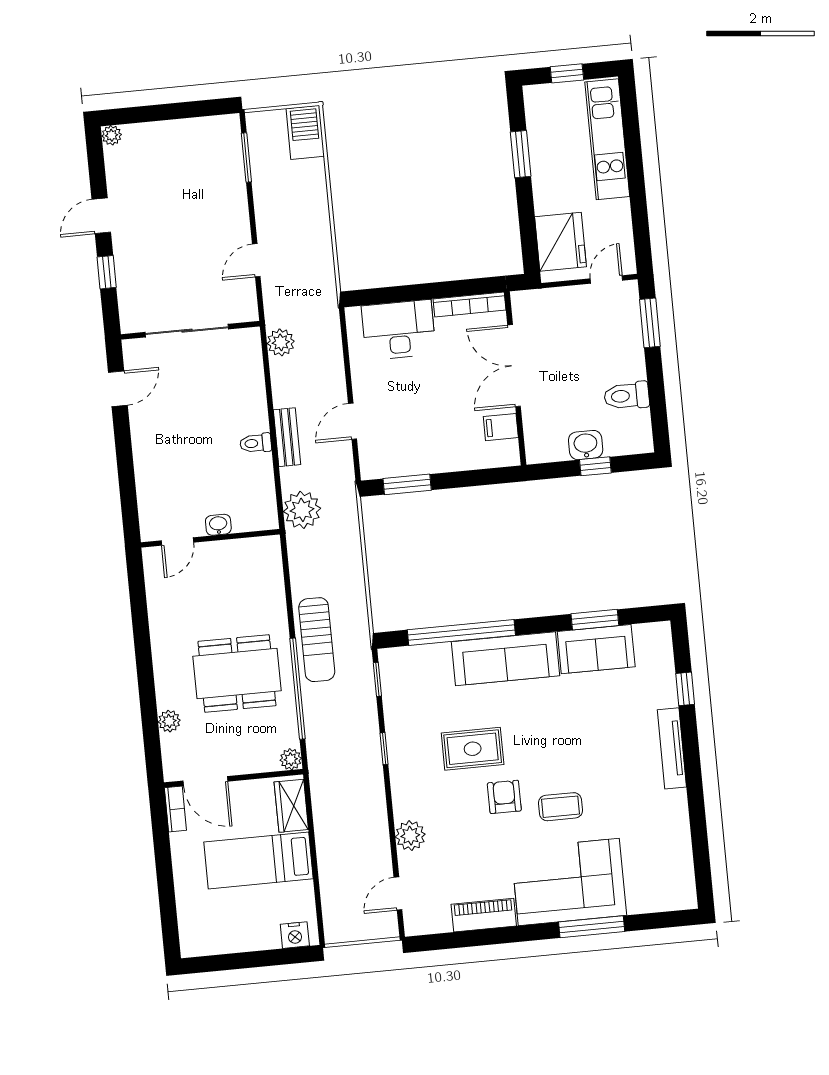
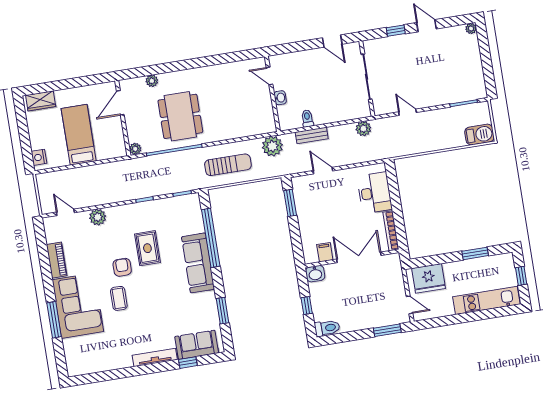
toilet: (627, 396) -> (327, 328), moved, turned 90
washbasin: (586, 445) -> (315, 274), moved, turned 90
washbasin: (218, 525) -> (280, 98), moved
wall: (210, 538) -> (272, 94), moved
door: (177, 541) -> (270, 76), moved
sun lounger: (317, 640) -> (228, 165), moved, turned 180
sofa: (596, 649) -> (197, 345), moved, turned 90
armchair: (504, 797) -> (122, 267), turned -90
wardrobe: (291, 806) -> (41, 101), moved, turned 180
bookcase: (175, 809) -> (104, 87), removed

